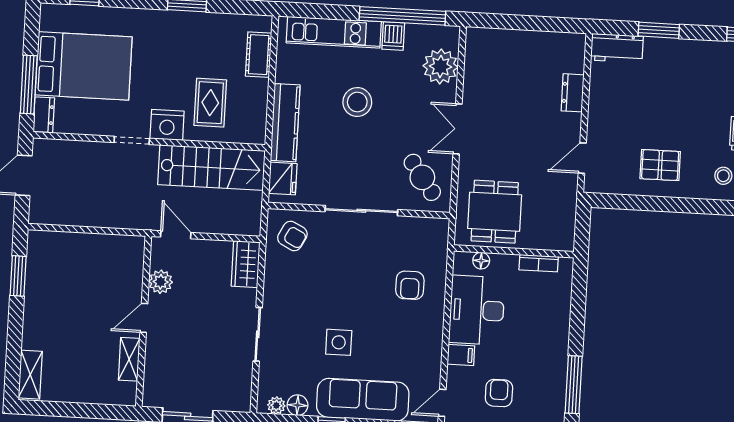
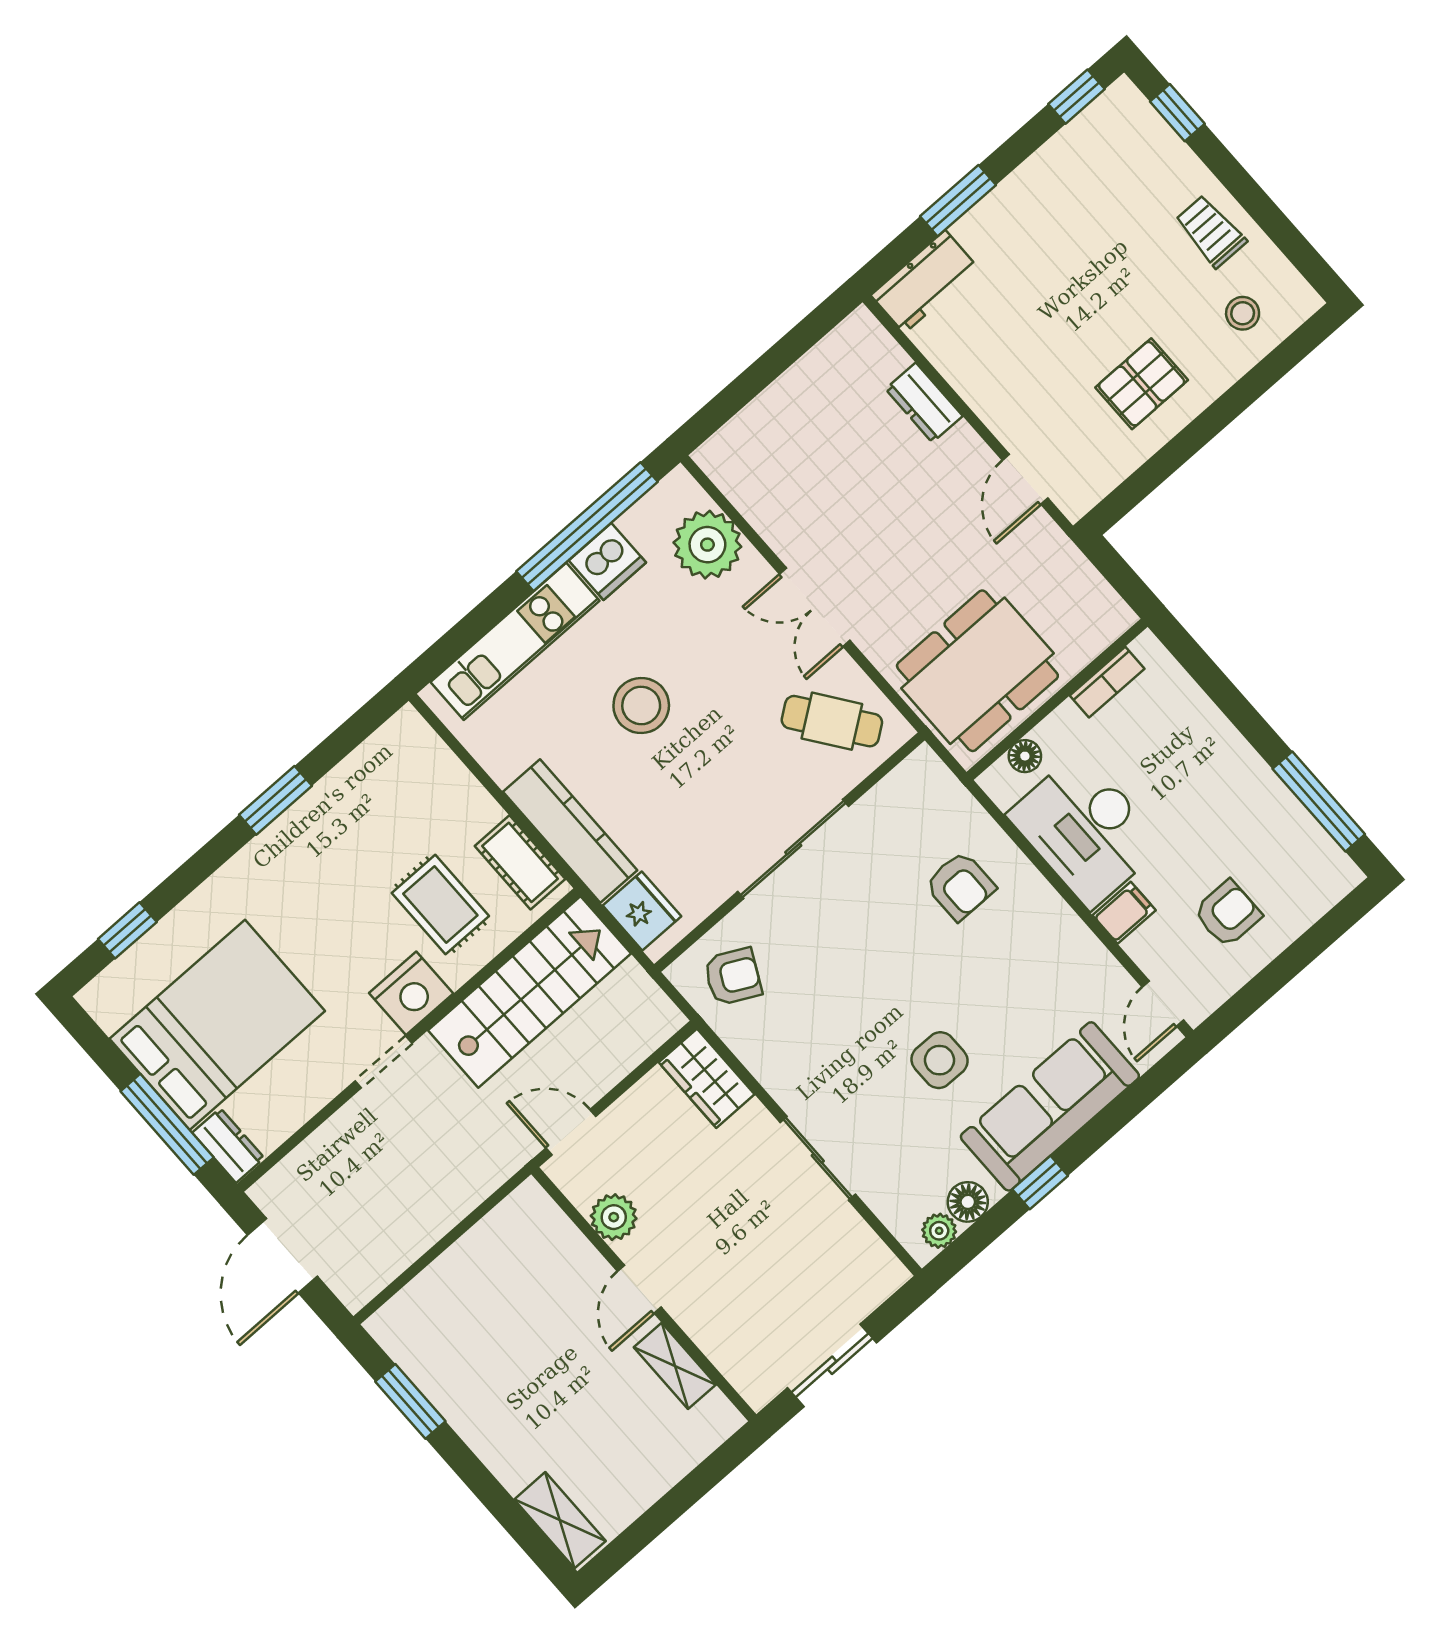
dishwasher: (393, 36) -> (607, 562), width x1.38
cot: (259, 55) -> (520, 862), moved
dining table: (495, 212) -> (977, 671), width x1.38
armchair: (499, 393) -> (1228, 914), turned 90

